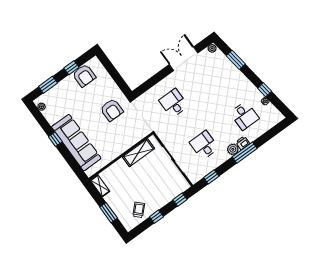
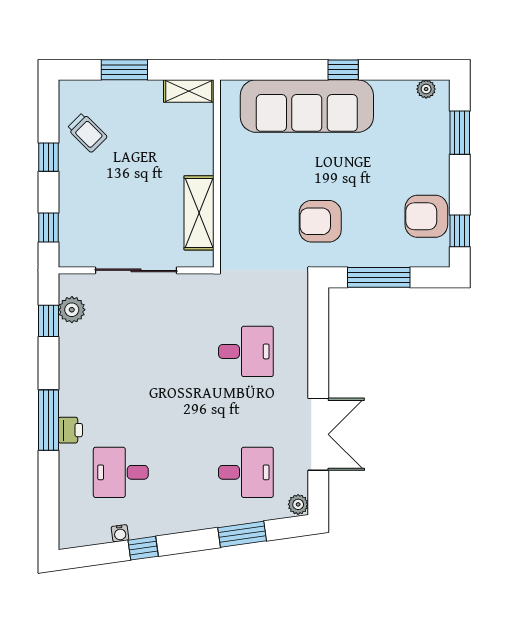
window: (71, 68) -> (460, 231), moved
window: (116, 77) -> (379, 277), added
desk: (204, 145) -> (246, 472), moved
plant: (233, 149) -> (72, 310), moved

